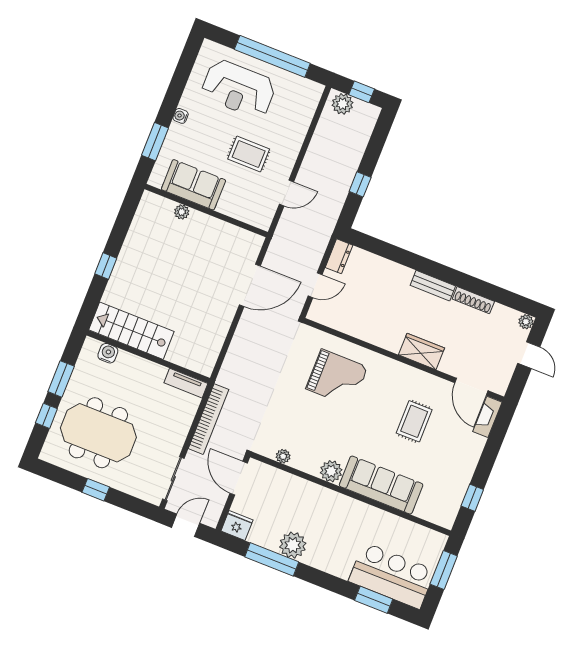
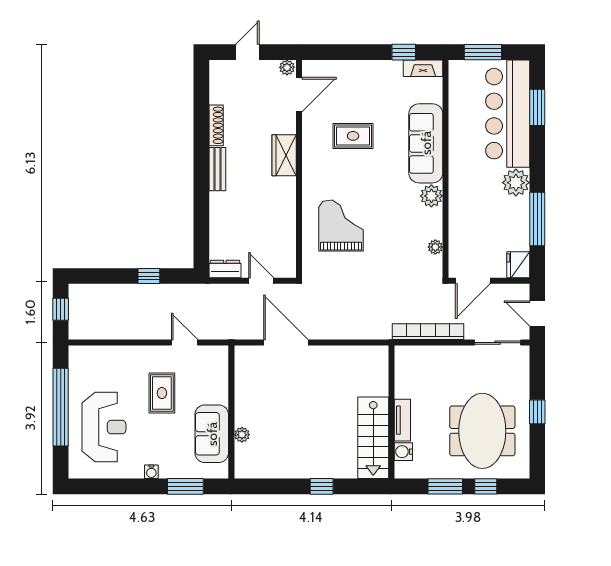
plant: (343, 104) -> (79, 323), removed
plant: (526, 322) -> (287, 67), moved
tv unit: (186, 383) -> (402, 420), moved
fireplace: (487, 417) -> (423, 68), moved
plant: (293, 545) -> (516, 183), moved
bar counter: (392, 576) -> (508, 114), width x1.36

